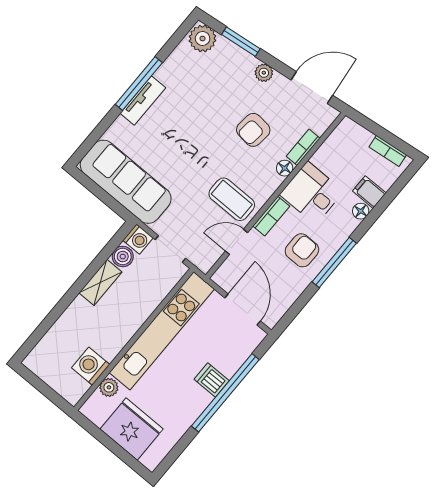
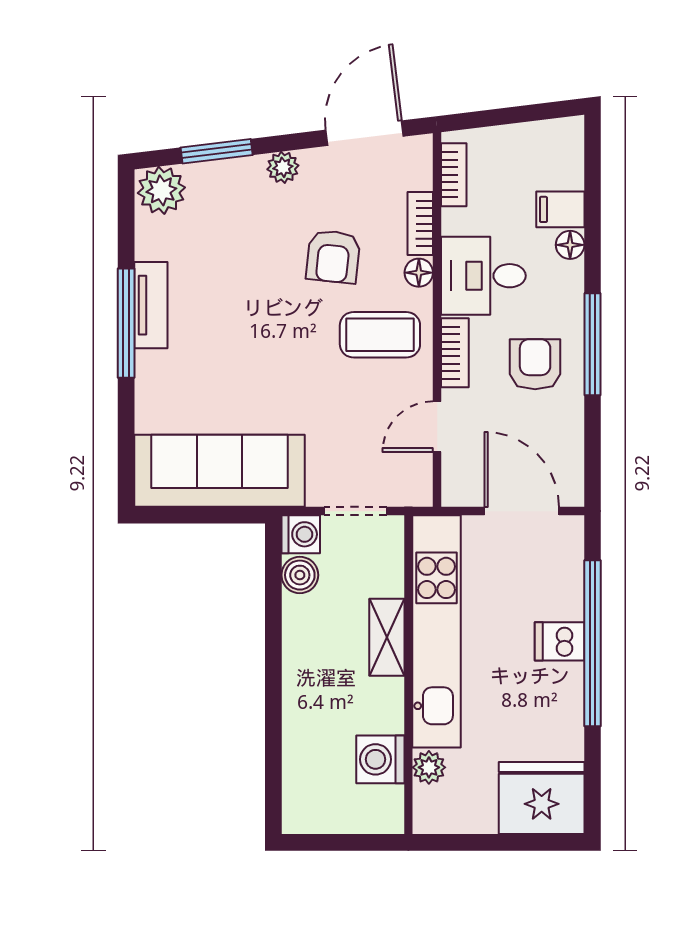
tv unit: (143, 101) -> (151, 305), moved
bookcase: (388, 151) -> (454, 175), moved, turned -83
coffee table: (232, 199) -> (380, 335), moved
shelving: (100, 282) -> (387, 637), moved
fridge: (132, 429) -> (542, 798), moved

